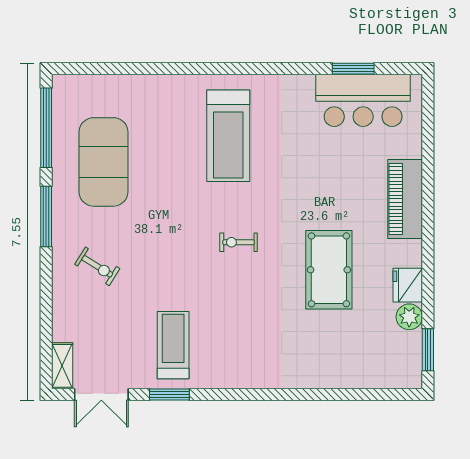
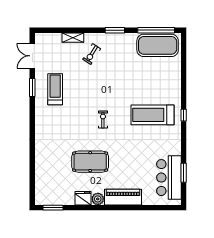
window: (229, 69) -> (184, 115), added
exercise mat: (104, 162) -> (158, 45), moved
window: (46, 217) -> (115, 30), width x0.69
plant: (409, 317) -> (98, 199), moved
treadmill: (173, 345) -> (55, 89), turned -90
shelving: (62, 366) -> (73, 38), moved

